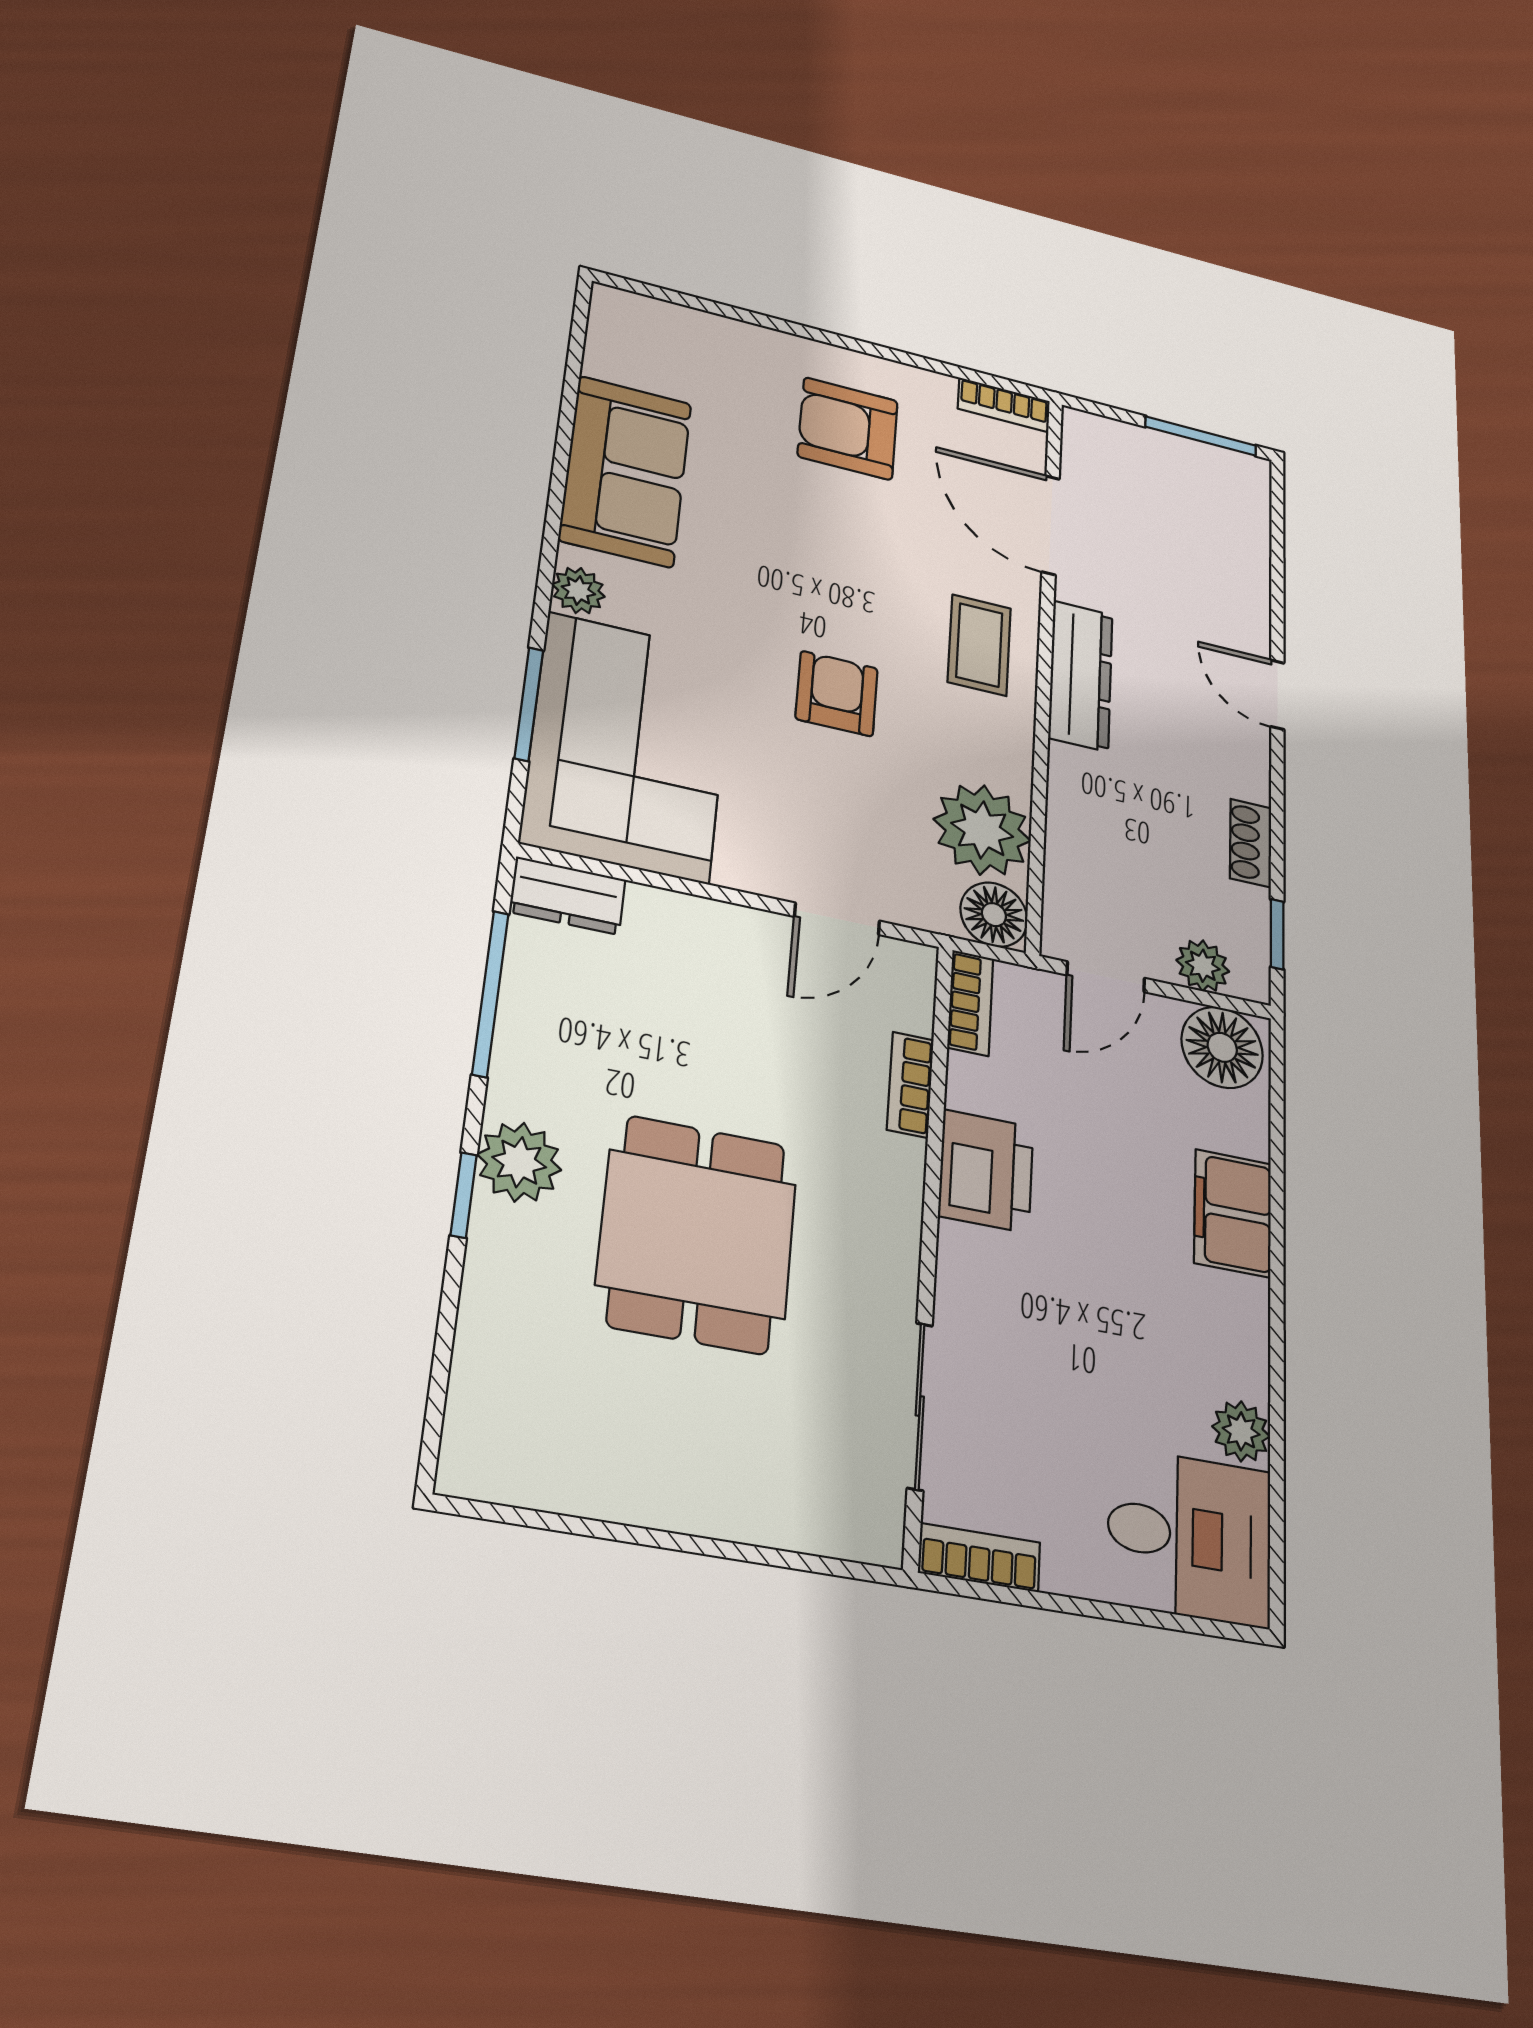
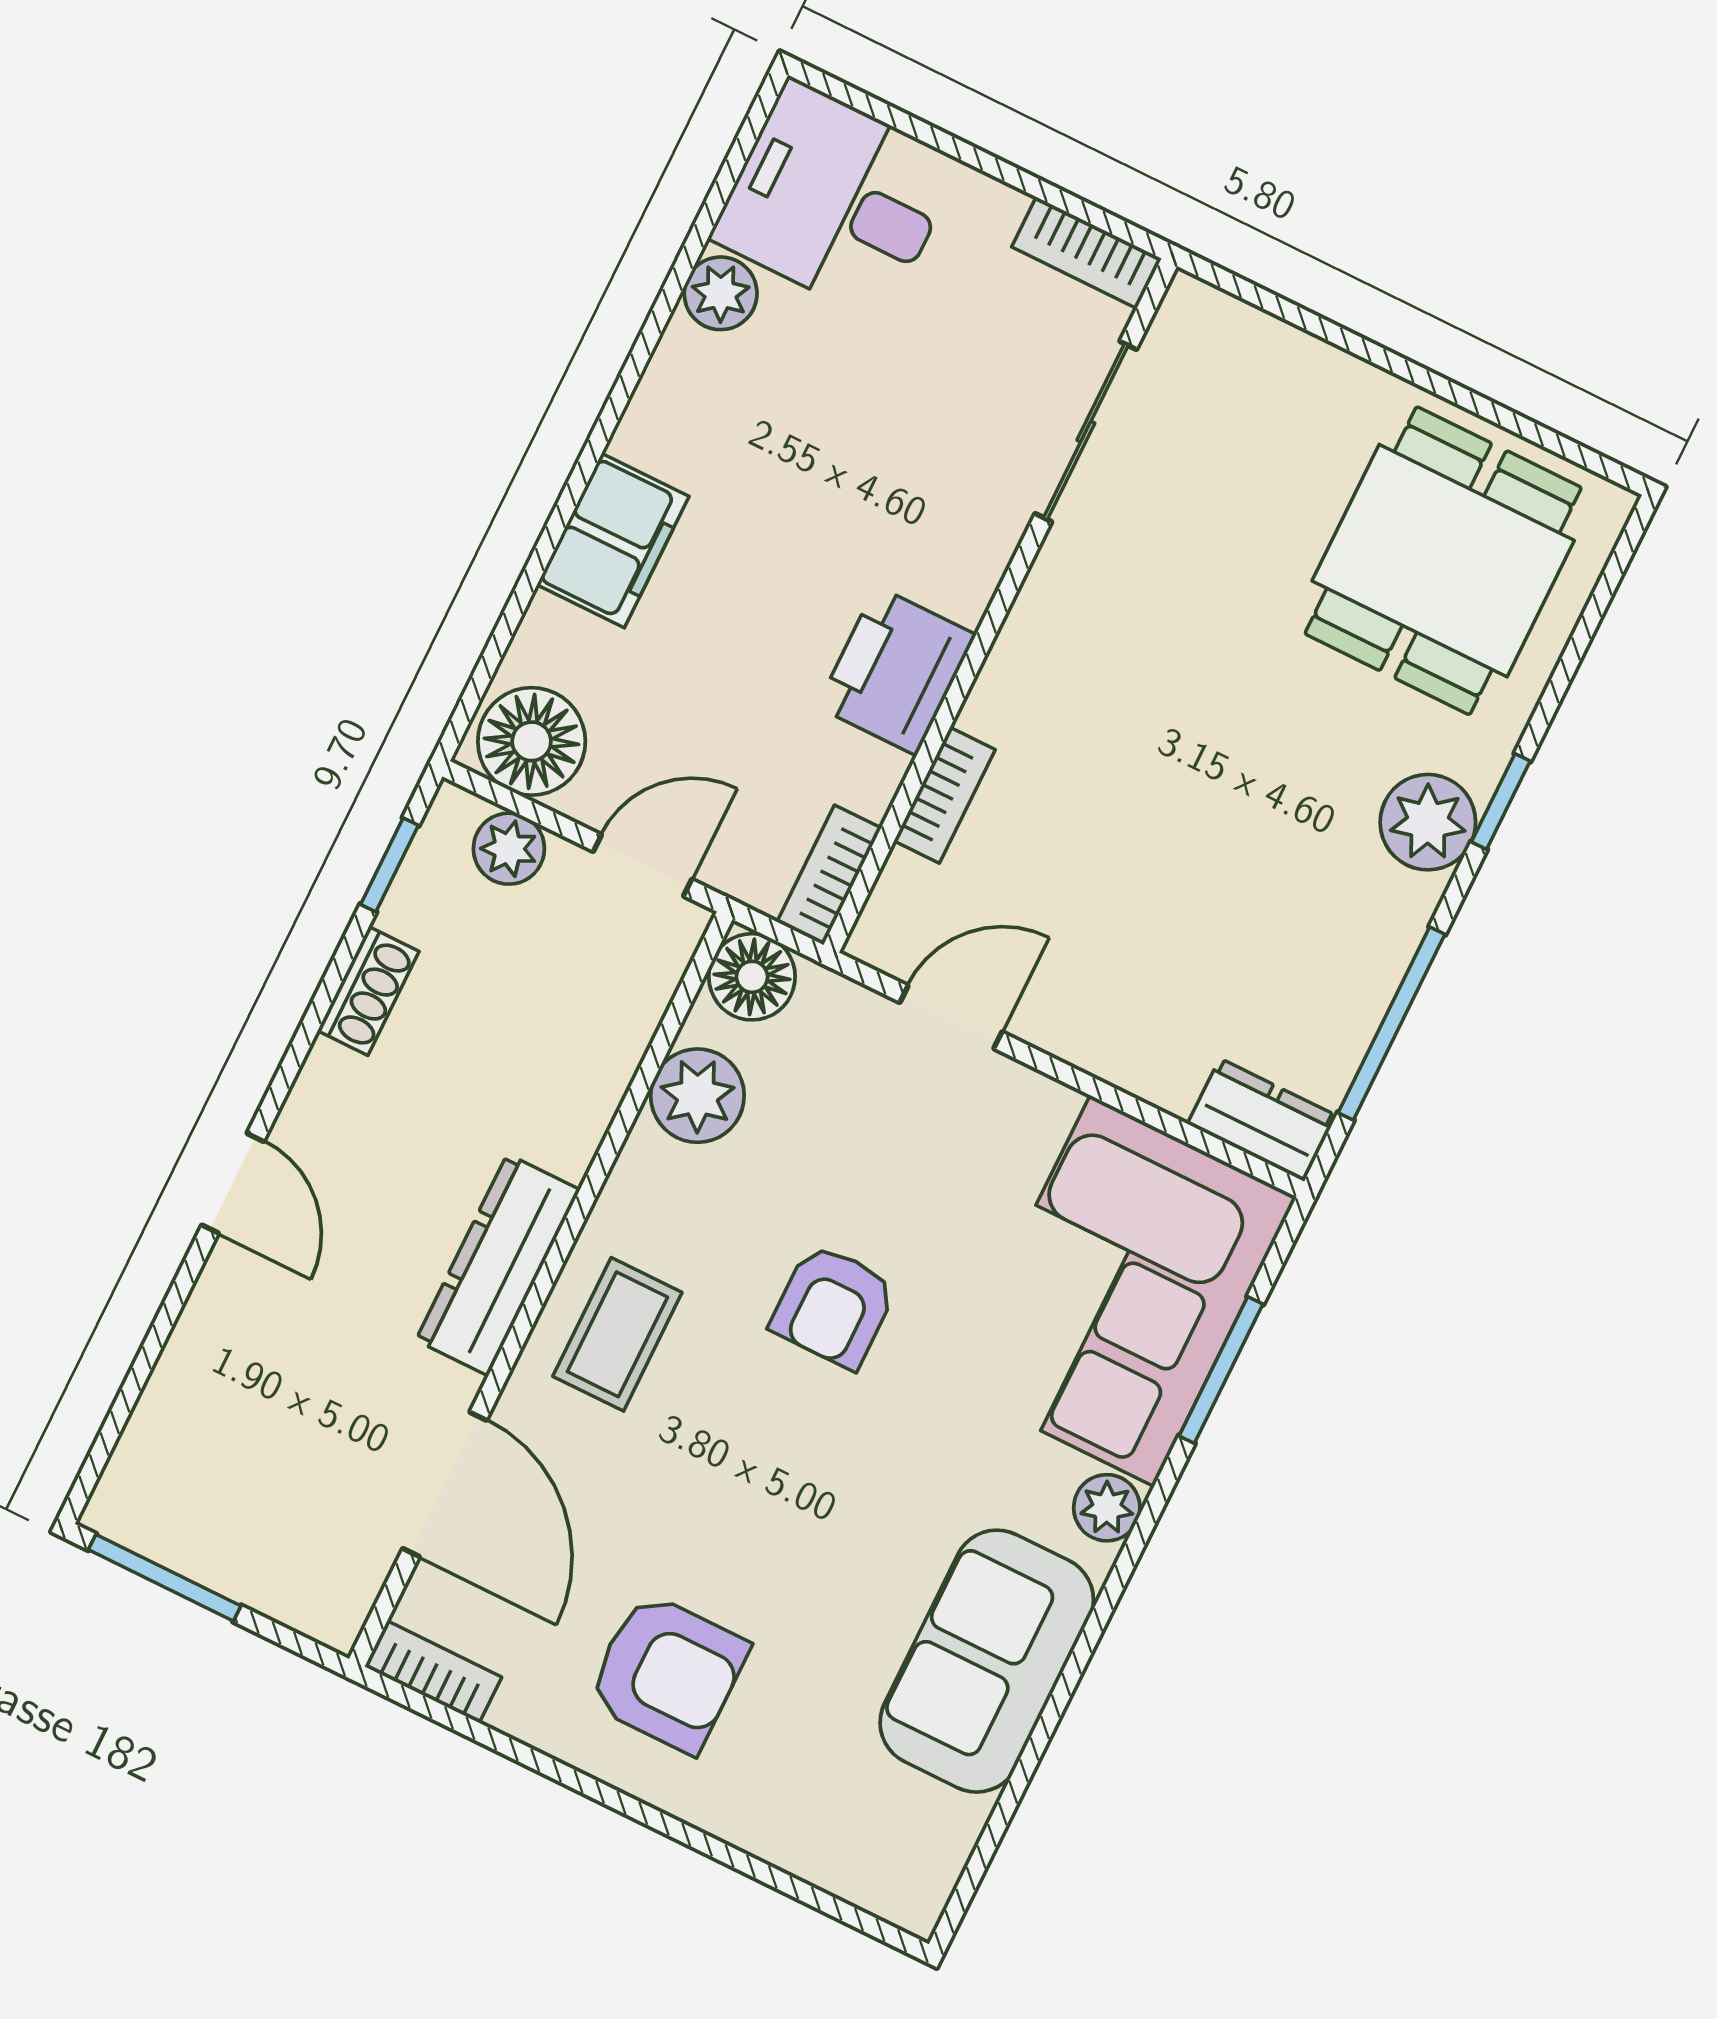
plant: (982, 830) -> (697, 1096), width x0.73, depth x0.73
dining table: (697, 1234) -> (1443, 561), moved

